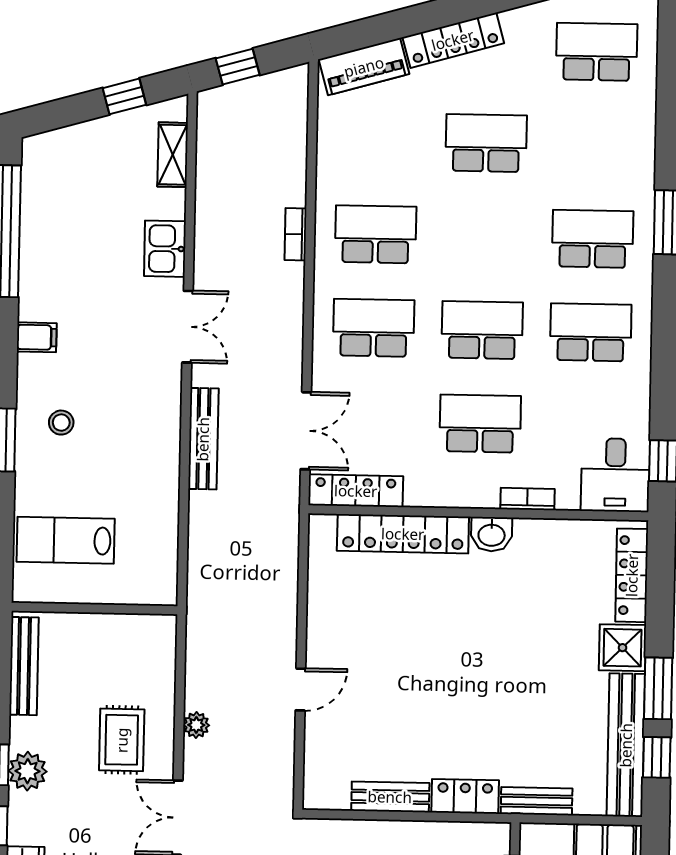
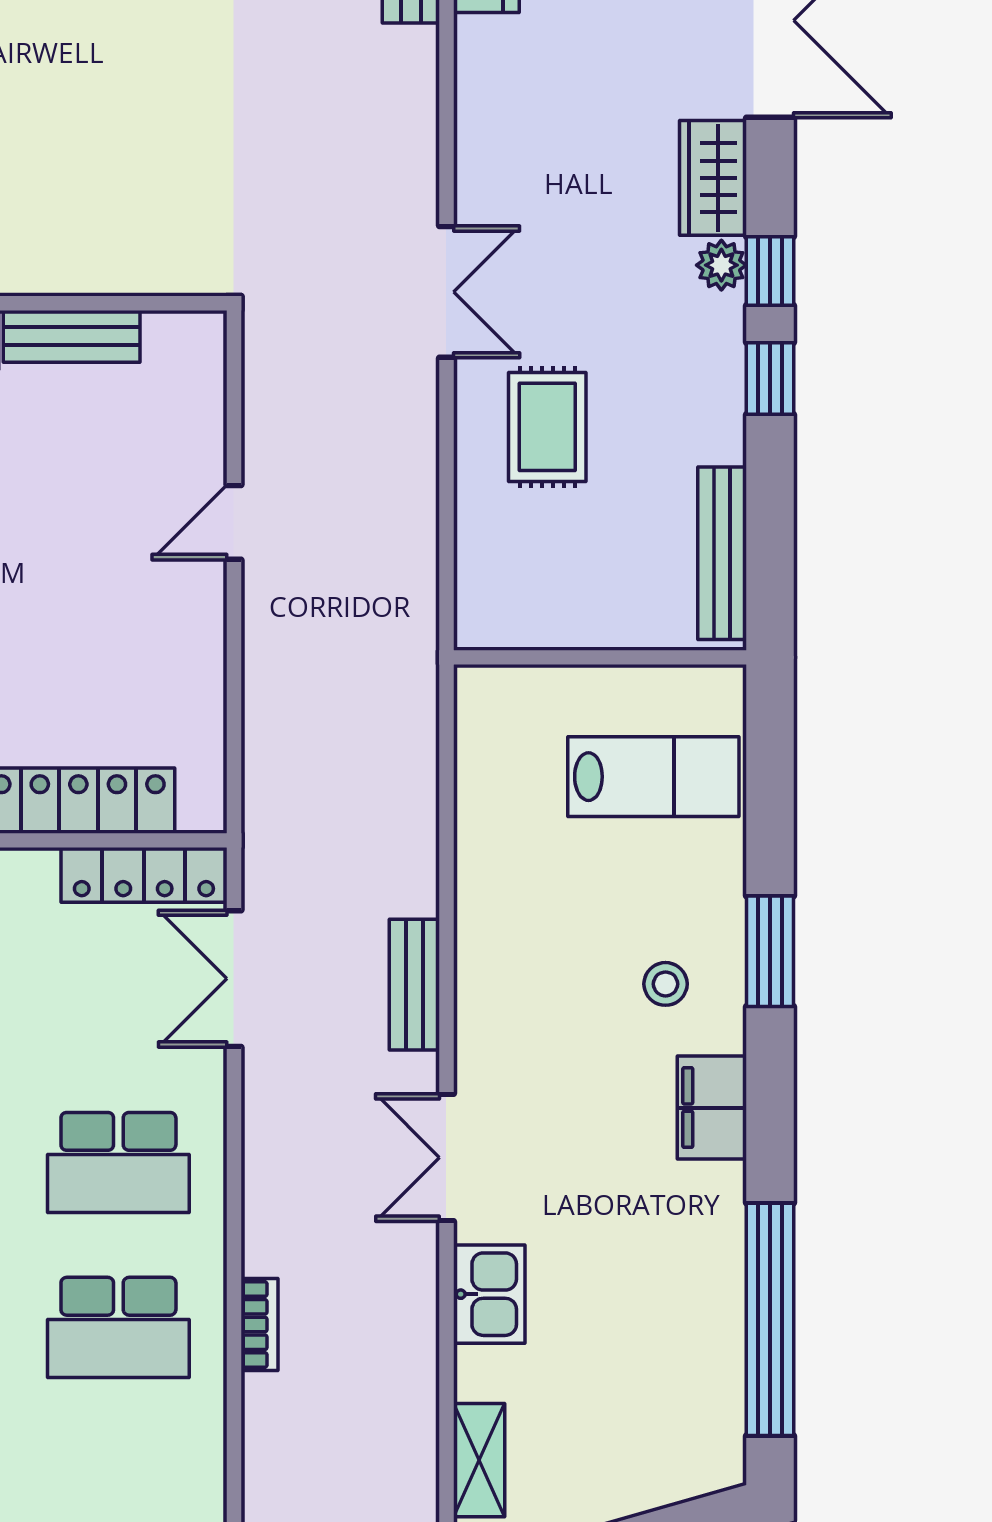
filing cabinet: (37, 337) -> (712, 1108), width x2.00
bench: (203, 439) -> (414, 985), width x0.73
plant: (196, 725) -> (416, 456), removed
plant: (28, 771) -> (721, 265), moved, width x0.73, depth x0.73

